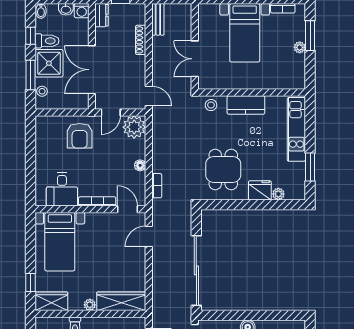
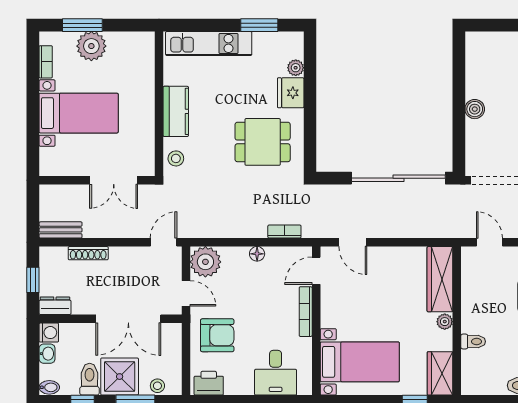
plant: (300, 47) -> (91, 46), width x1.87, depth x1.87
printer: (44, 129) -> (209, 383), added
desk: (62, 189) -> (276, 373), moved, turned 90

